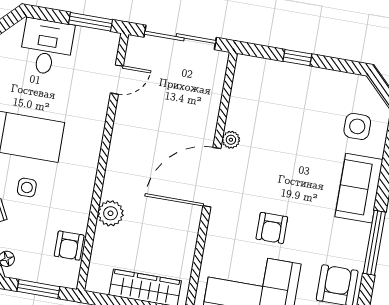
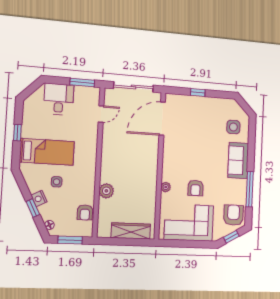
plant: (231, 140) -> (166, 187), moved
door: (212, 177) -> (162, 119), moved

